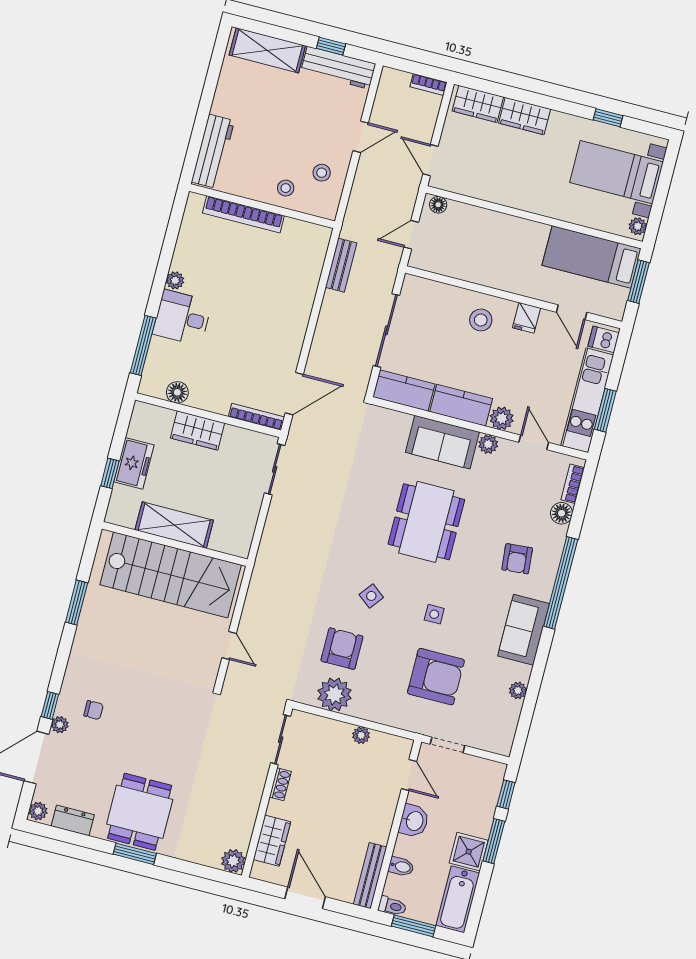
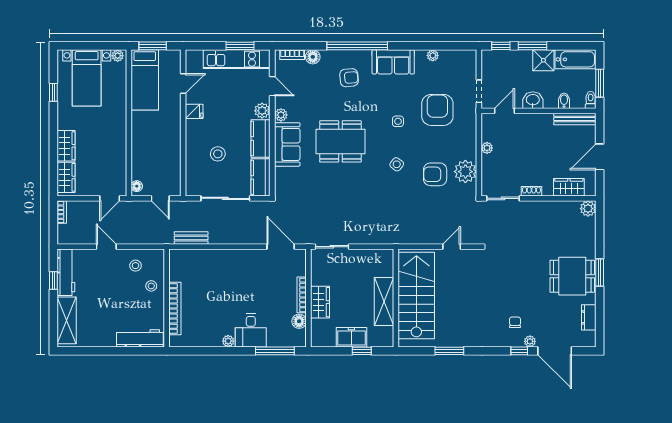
stool: (481, 320) -> (218, 154), moved
dishwasher: (604, 339) -> (195, 59), removed
bookcase: (256, 417) -> (302, 295), moved
door: (534, 442) -> (272, 86), swing flipped
plant: (38, 811) -> (588, 341), removed

